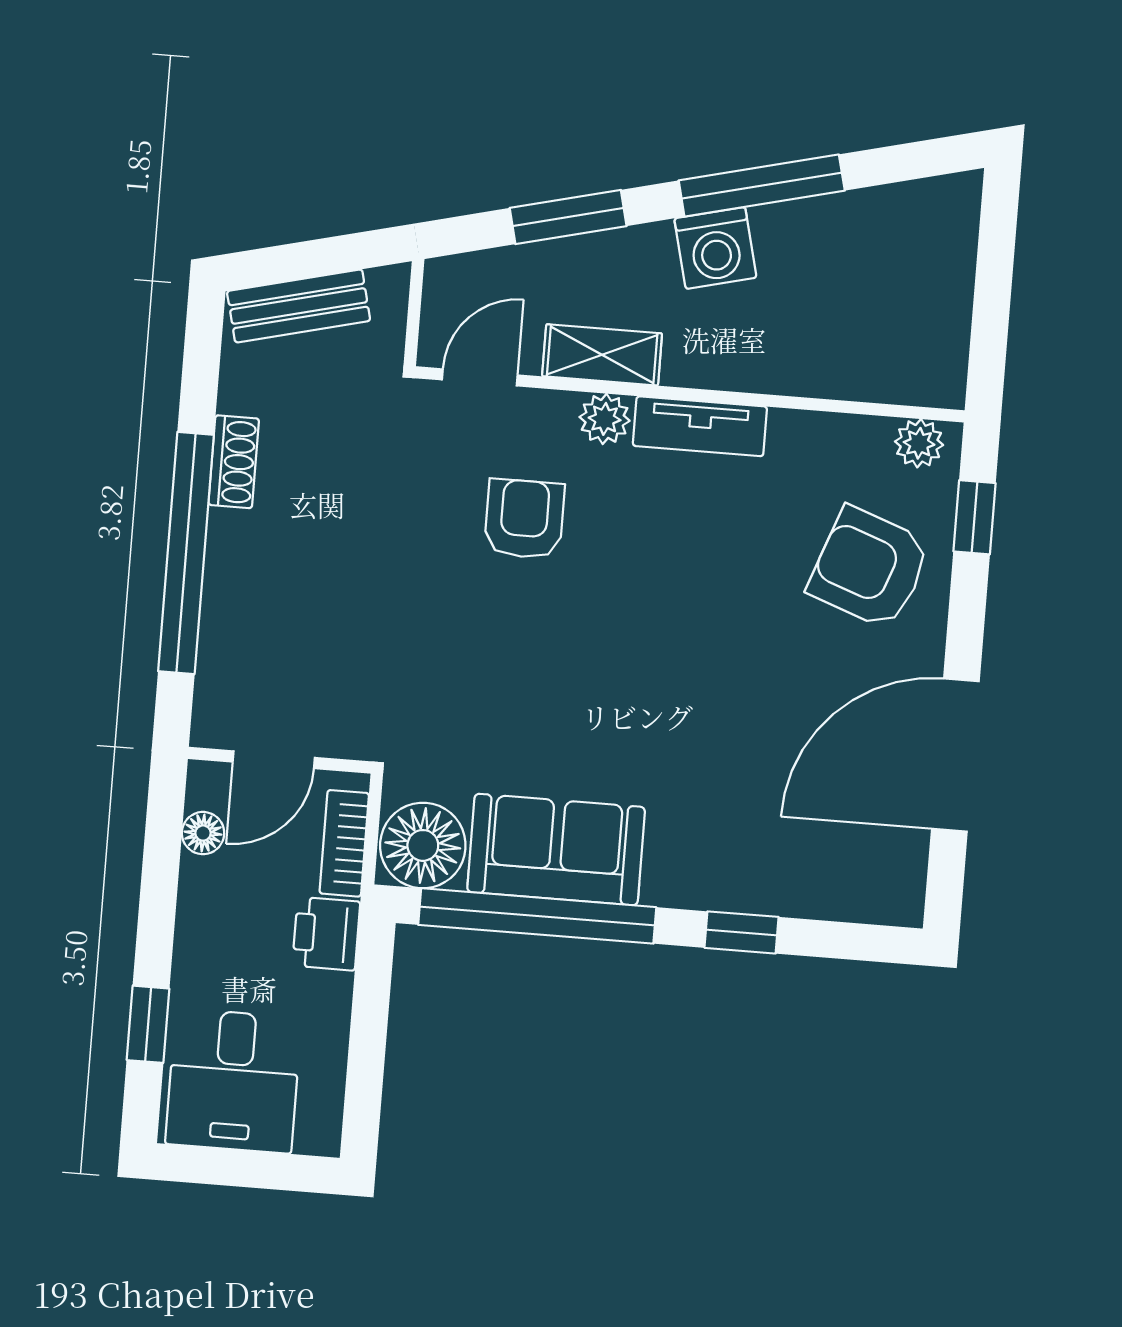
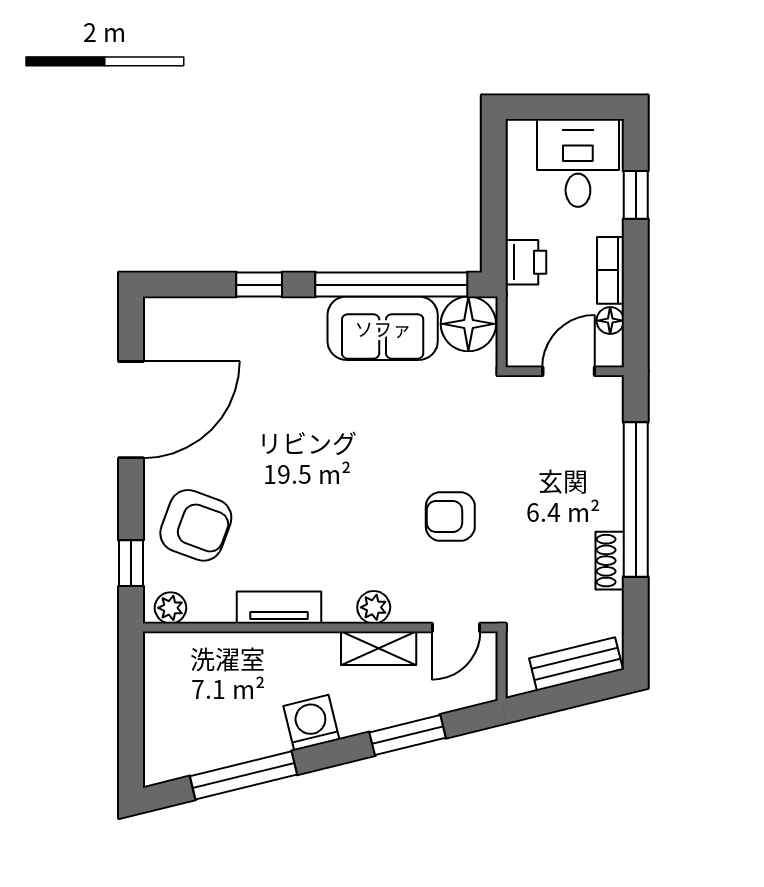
window: (762, 186) -> (244, 775), moved
tv unit: (700, 426) -> (279, 607), moved
armchair: (524, 519) -> (450, 517), moved, turned 90
bookcase: (344, 843) -> (610, 270), moved, turned 180

